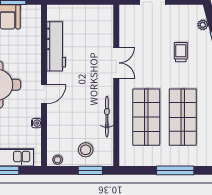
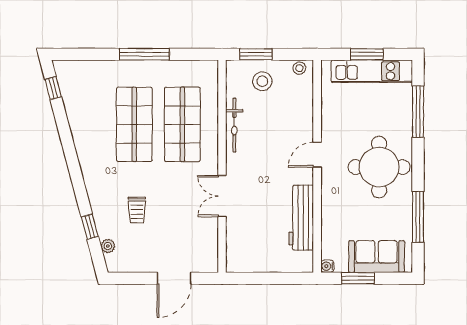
water cooler: (36, 123) -> (327, 266), moved

